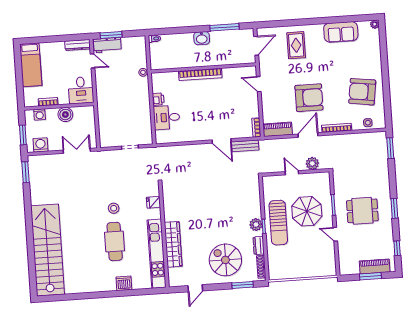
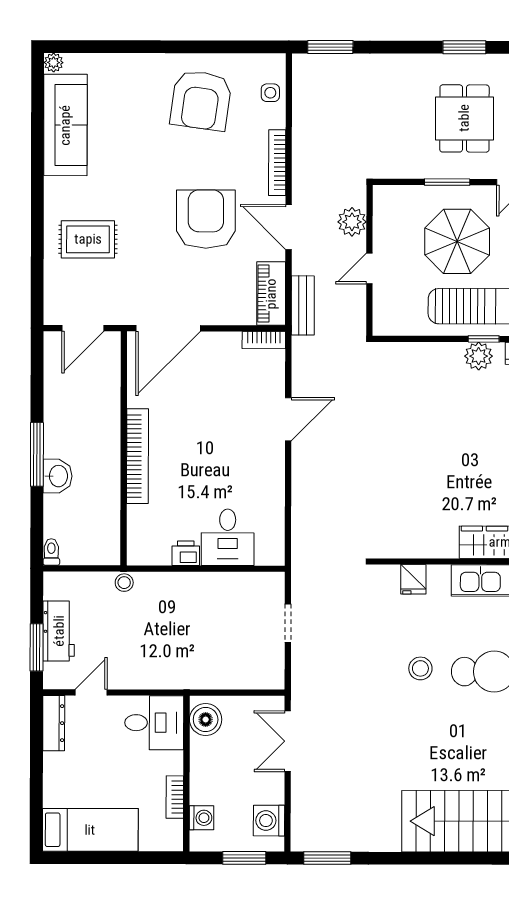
window: (224, 27) -> (37, 454), moved
sofa: (341, 32) -> (65, 125), width x1.36
washbasin: (202, 38) -> (58, 476), moved
workbench: (107, 45) -> (59, 631), moved
door: (256, 46) -> (83, 328), swing flipped
door: (259, 84) -> (168, 328), width x1.87
boiler: (65, 115) -> (206, 719), moved
bench: (245, 146) -> (303, 305), moved

